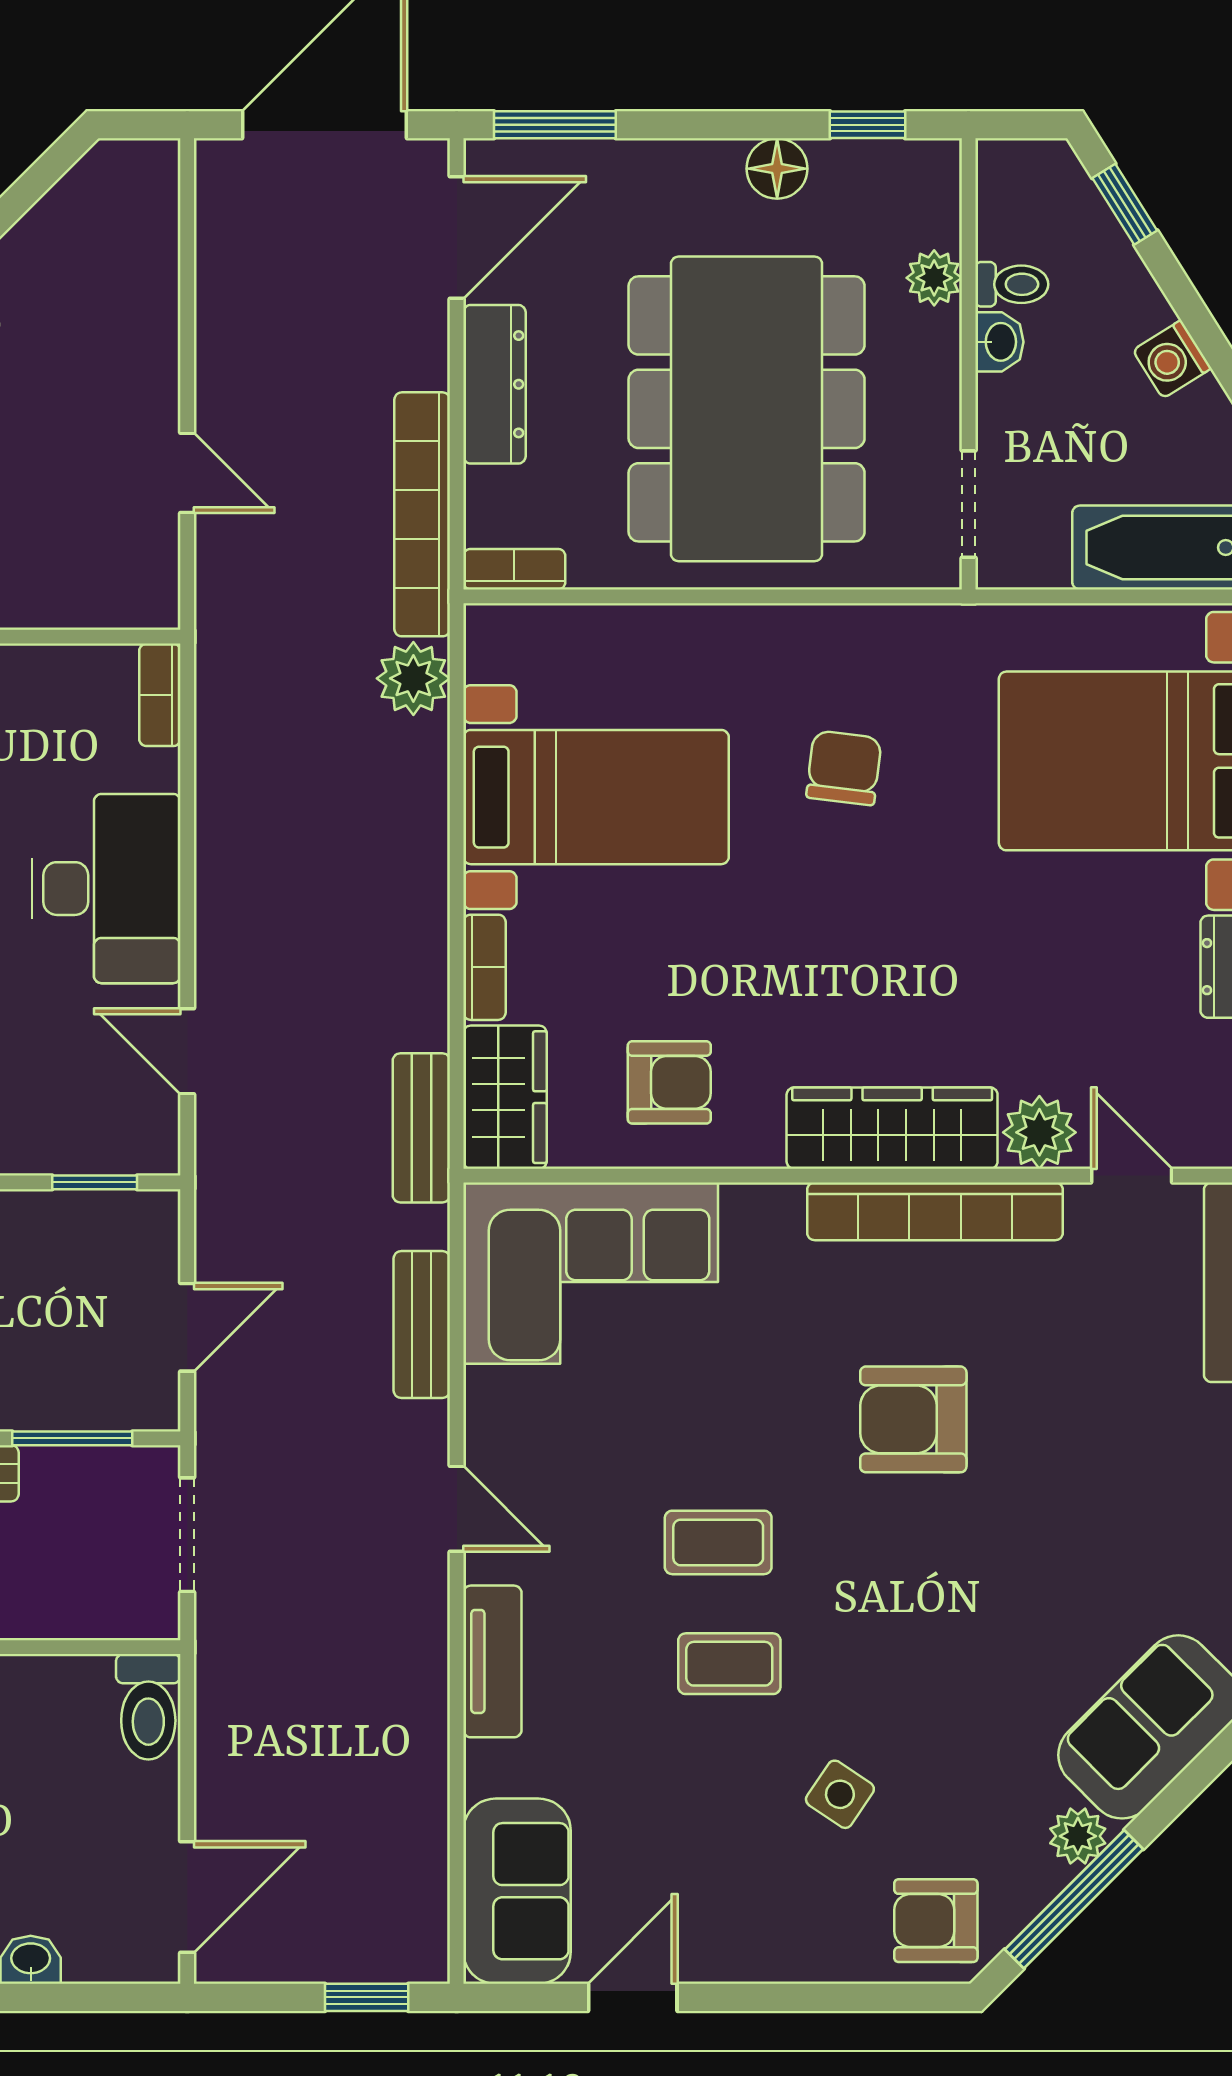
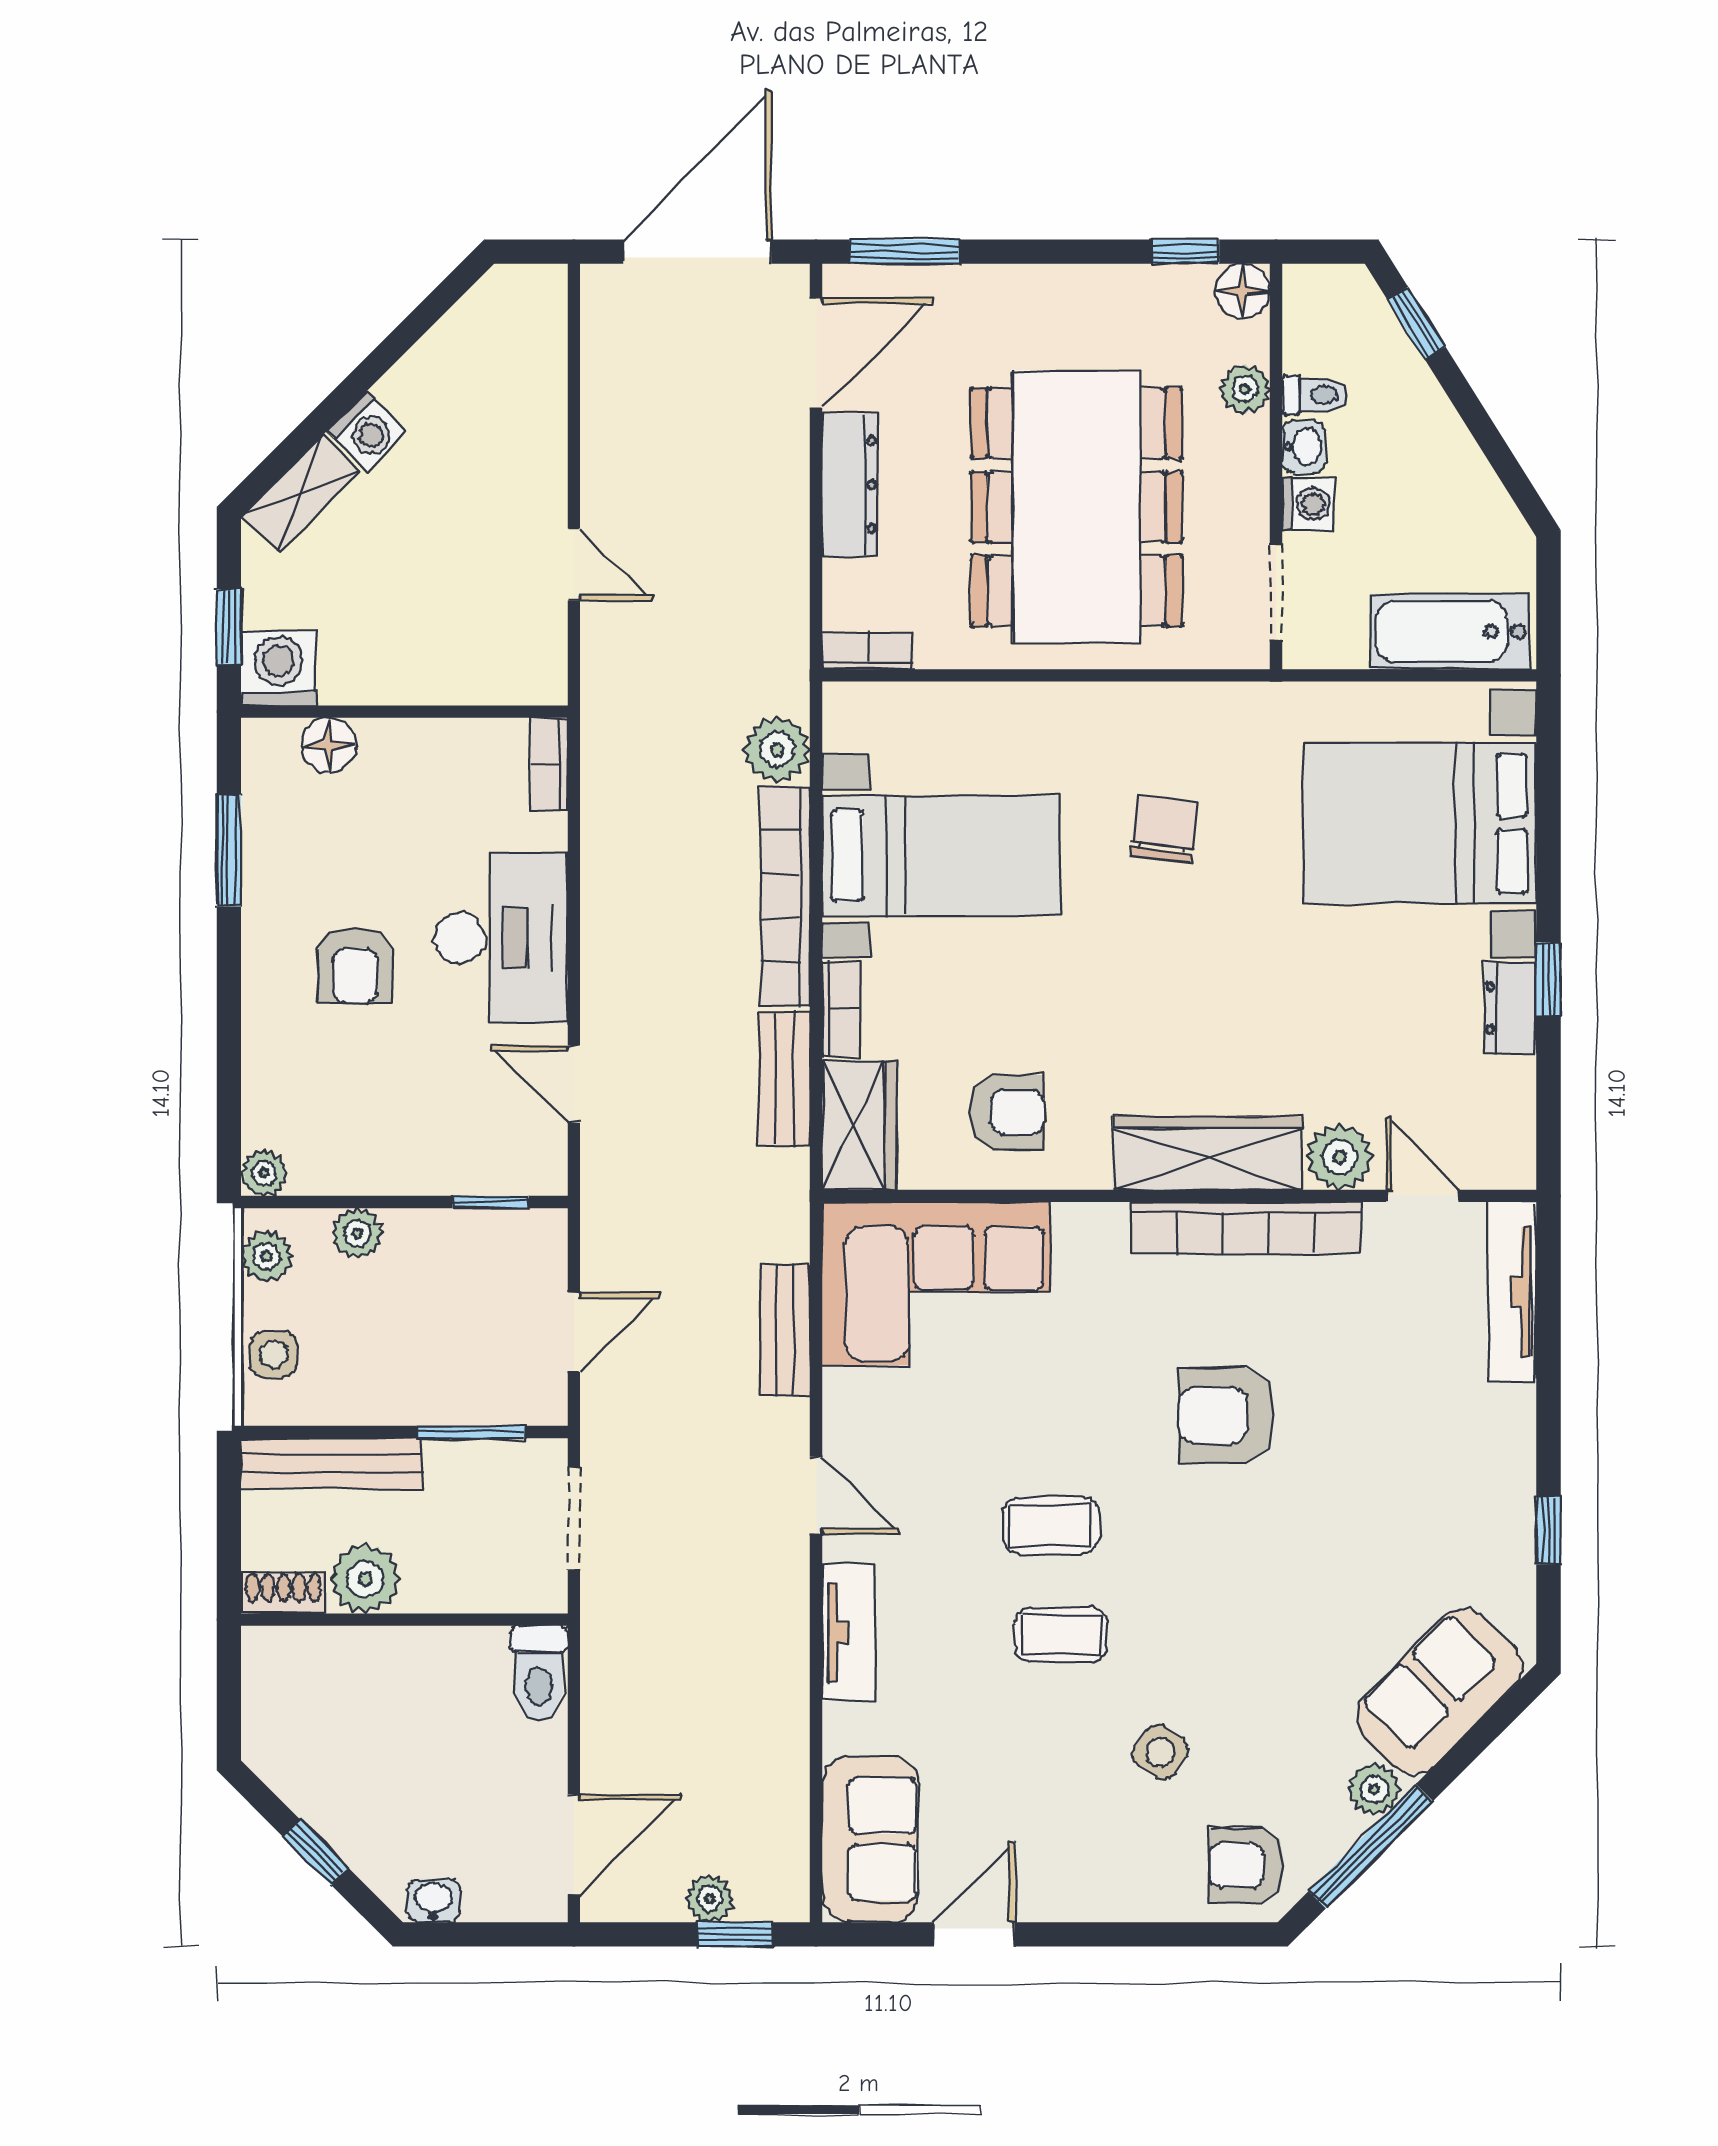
floor lamp: (777, 169) -> (1243, 291), moved
washing machine: (1172, 359) -> (1308, 504), moved, turned -148
bookcase: (422, 514) -> (785, 897), moved
bench: (421, 1128) -> (784, 1078), moved
plant: (339, 1958) -> (710, 1899), added

